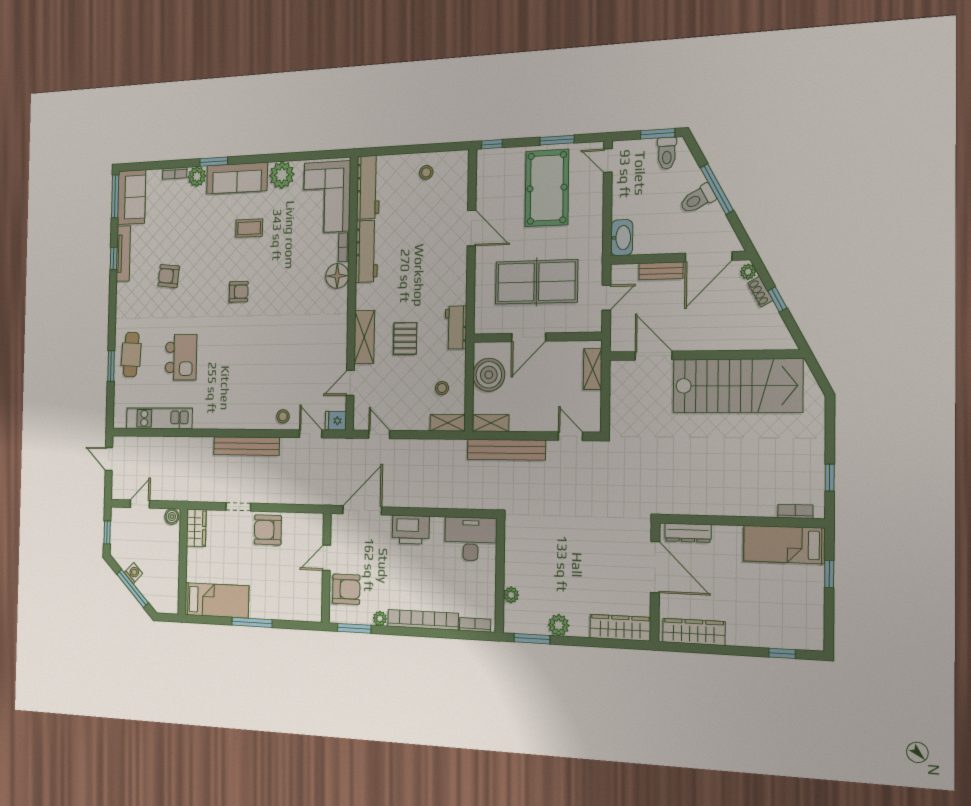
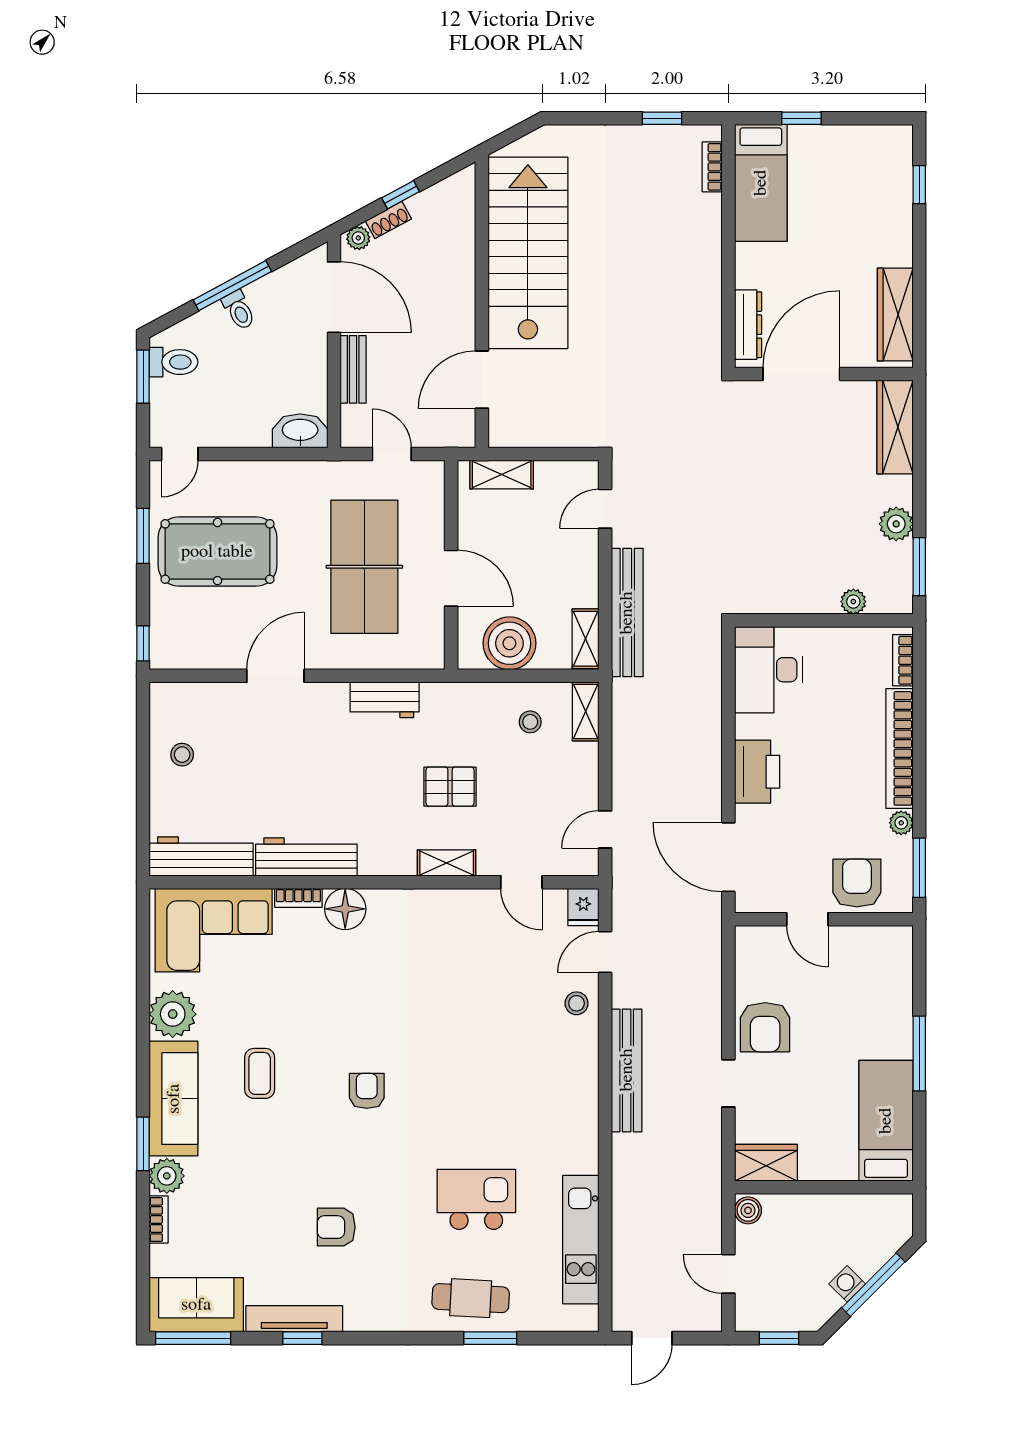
toilet: (698, 199) -> (239, 310), width x0.73, depth x0.72
armchair: (169, 276) -> (336, 1227), turned 84
workbench: (456, 327) -> (385, 700), moved
shelving: (364, 337) -> (447, 863), width x0.67, depth x0.75

